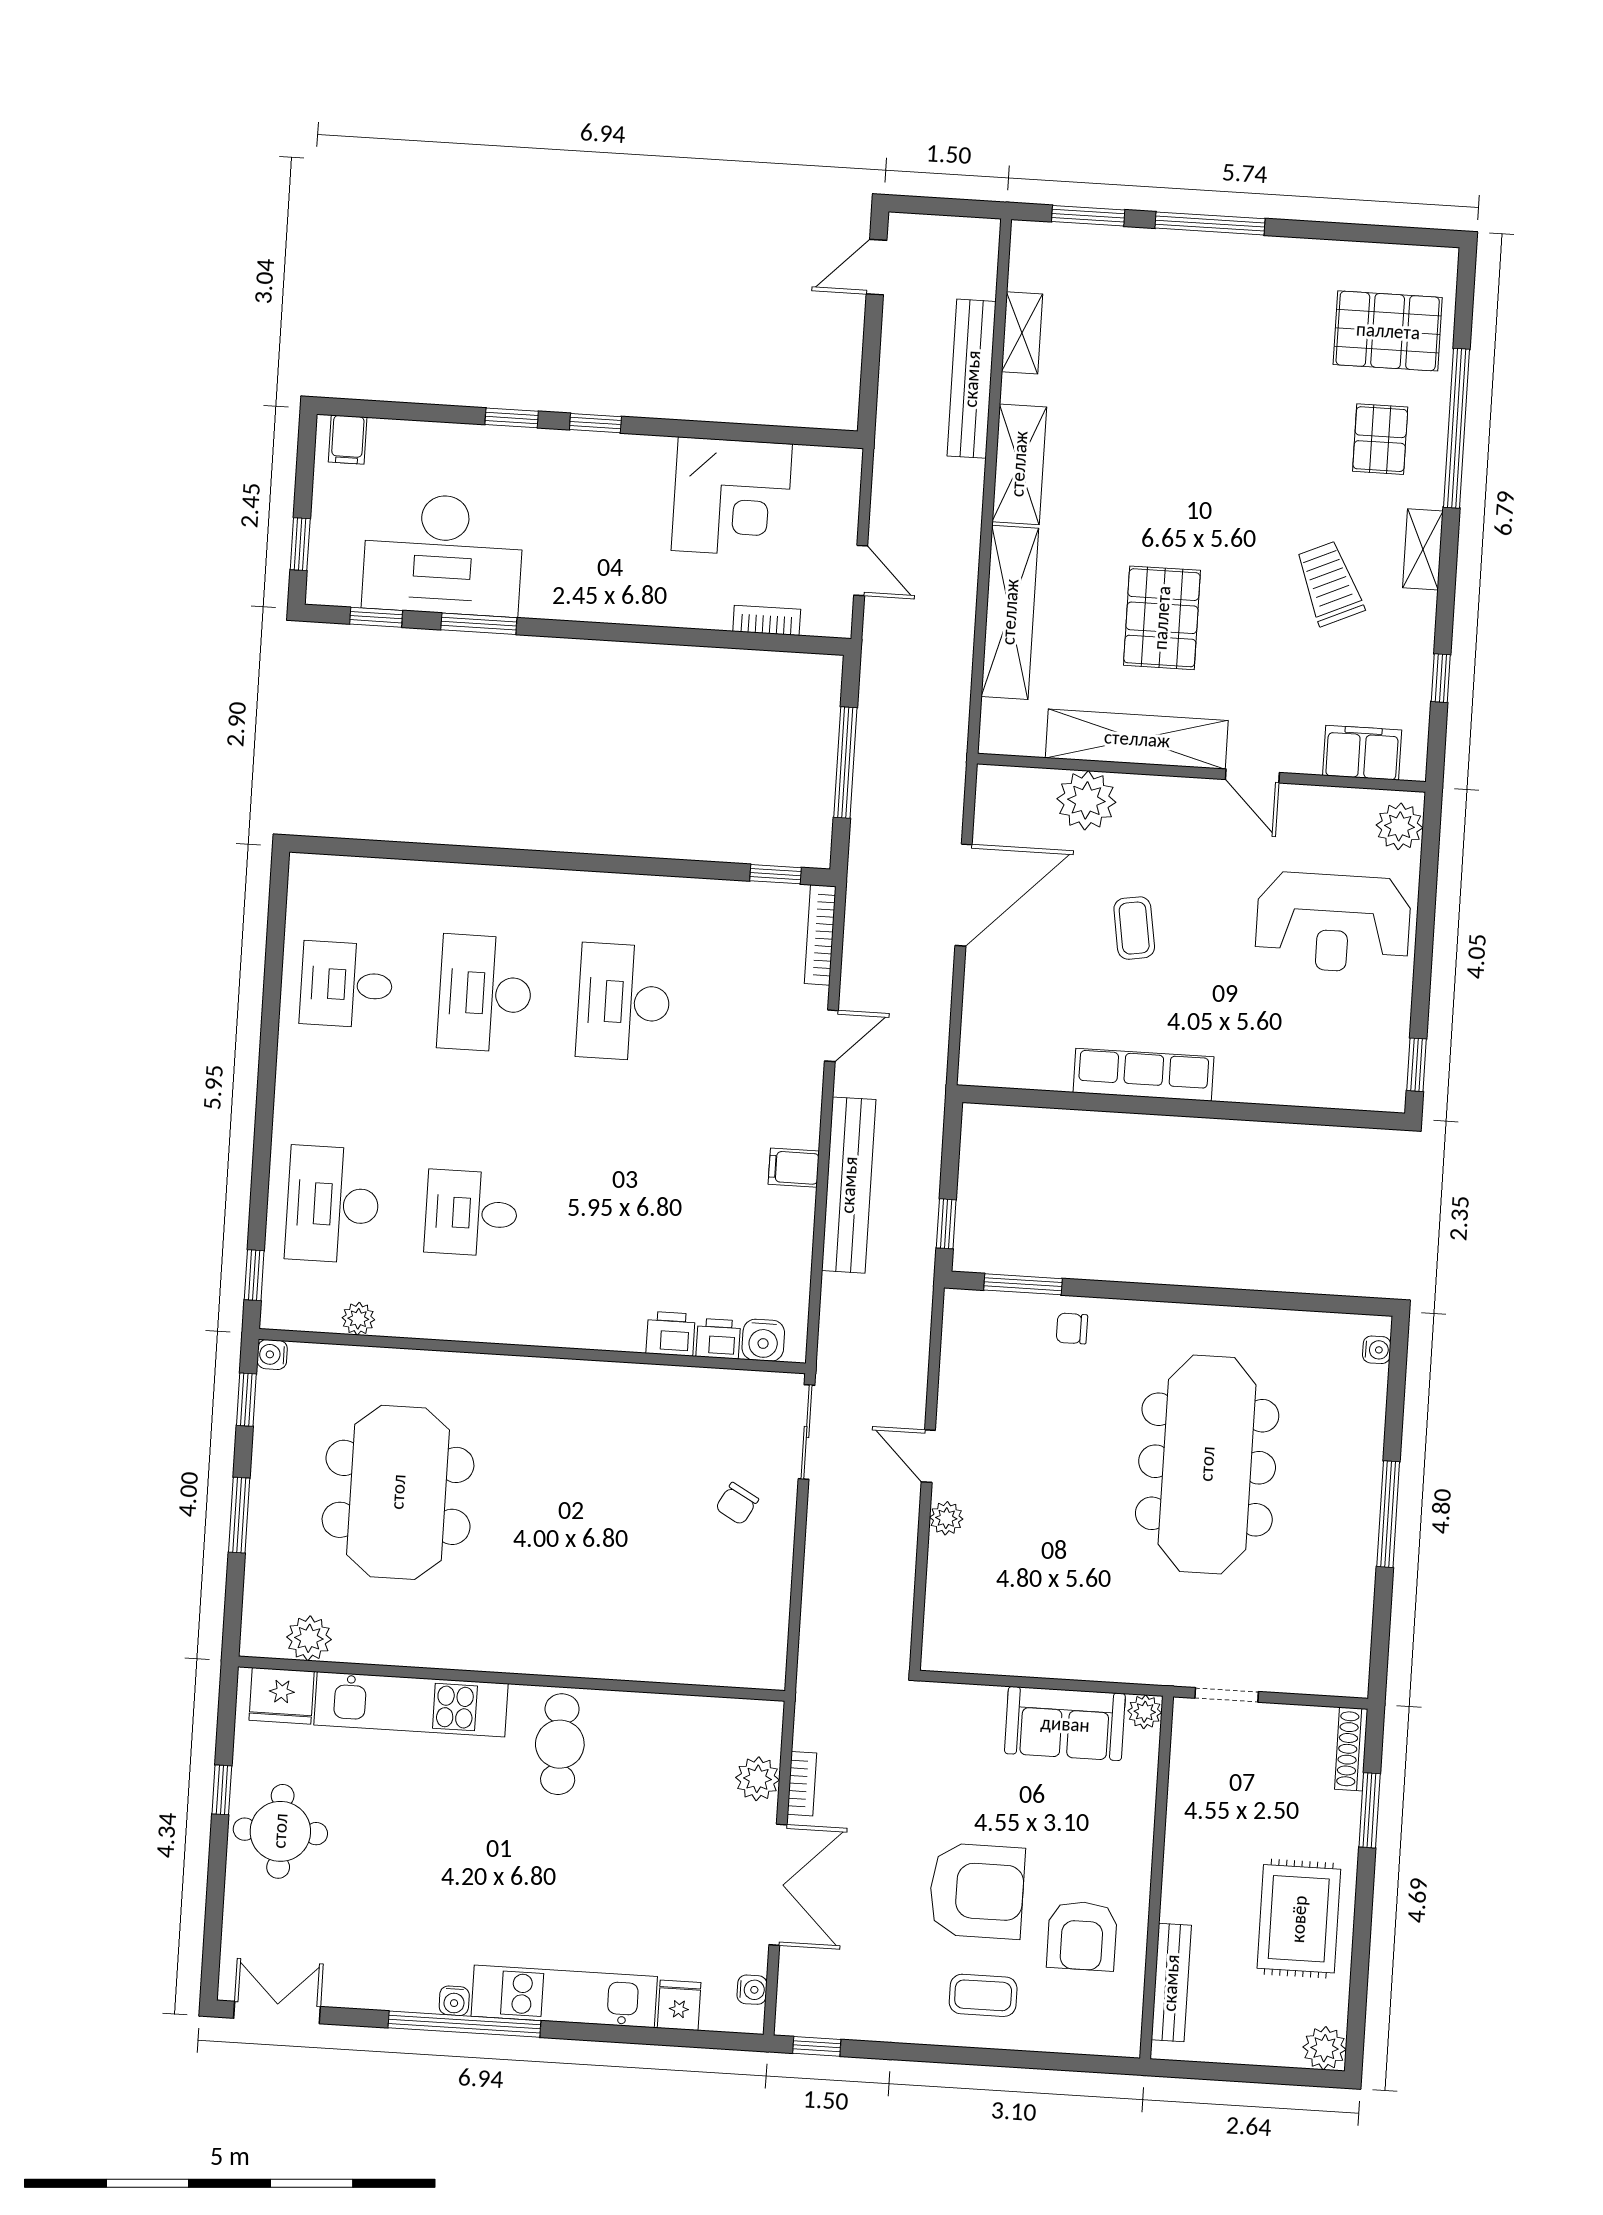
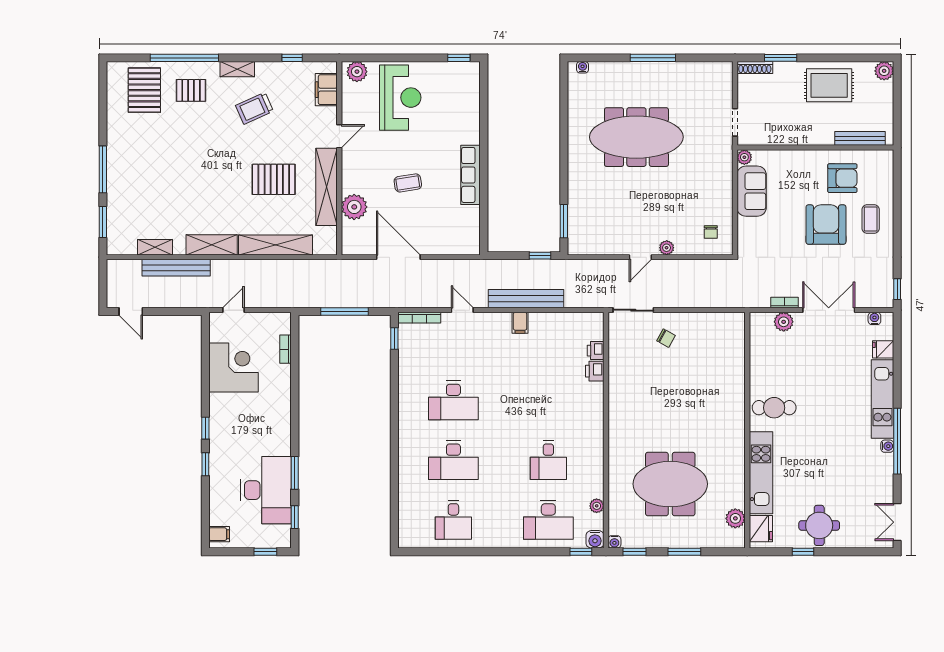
door: (861, 571) -> (233, 310), moved
chair: (1072, 1329) -> (711, 232), moved
water cooler: (763, 1340) -> (595, 539), moved, turned 90

